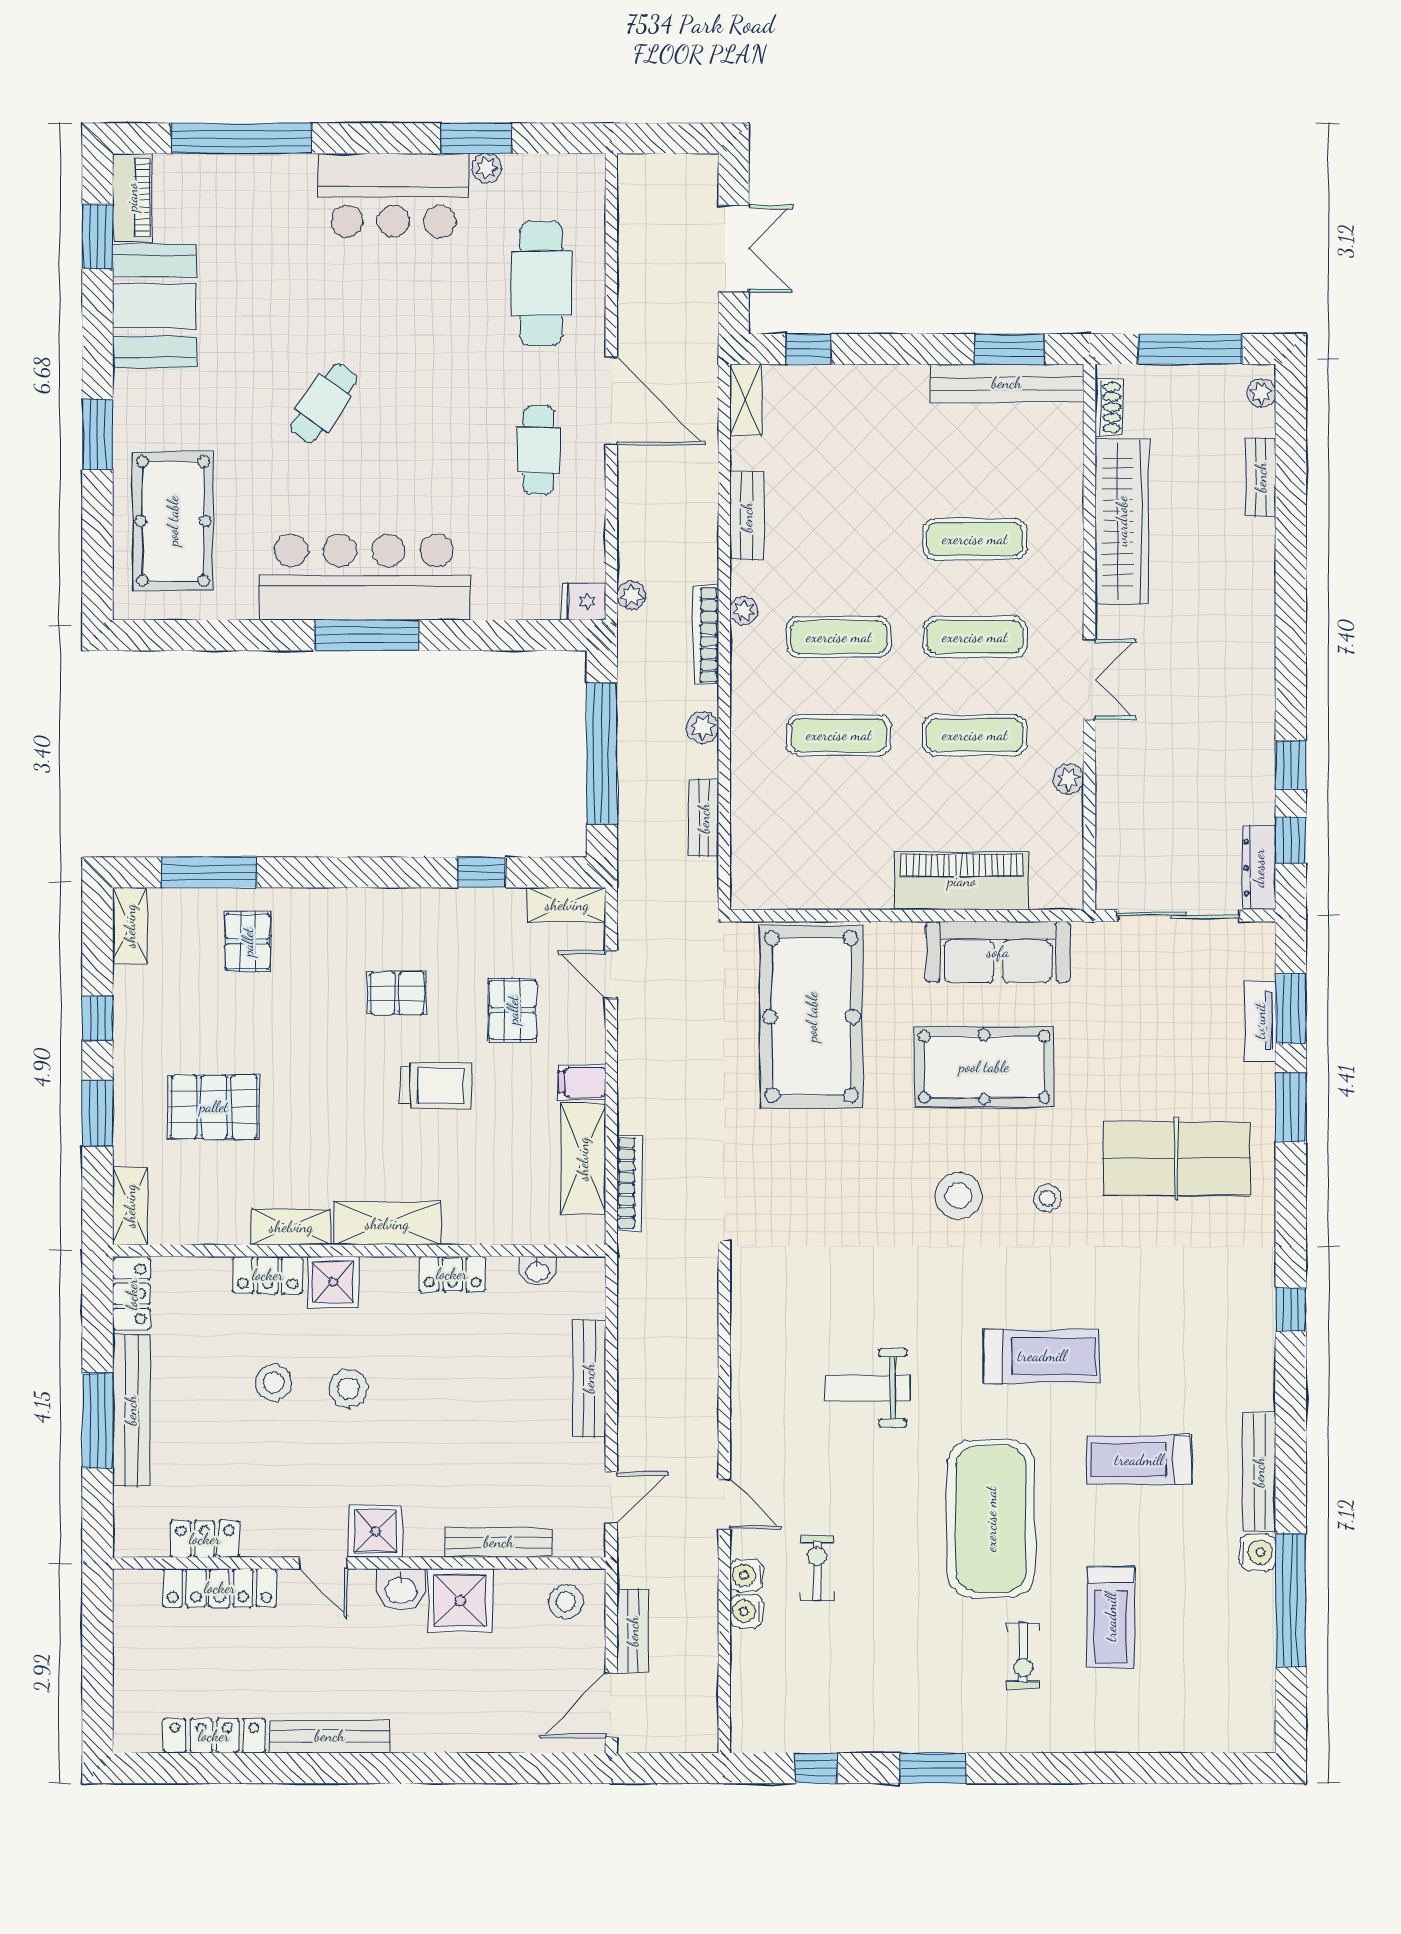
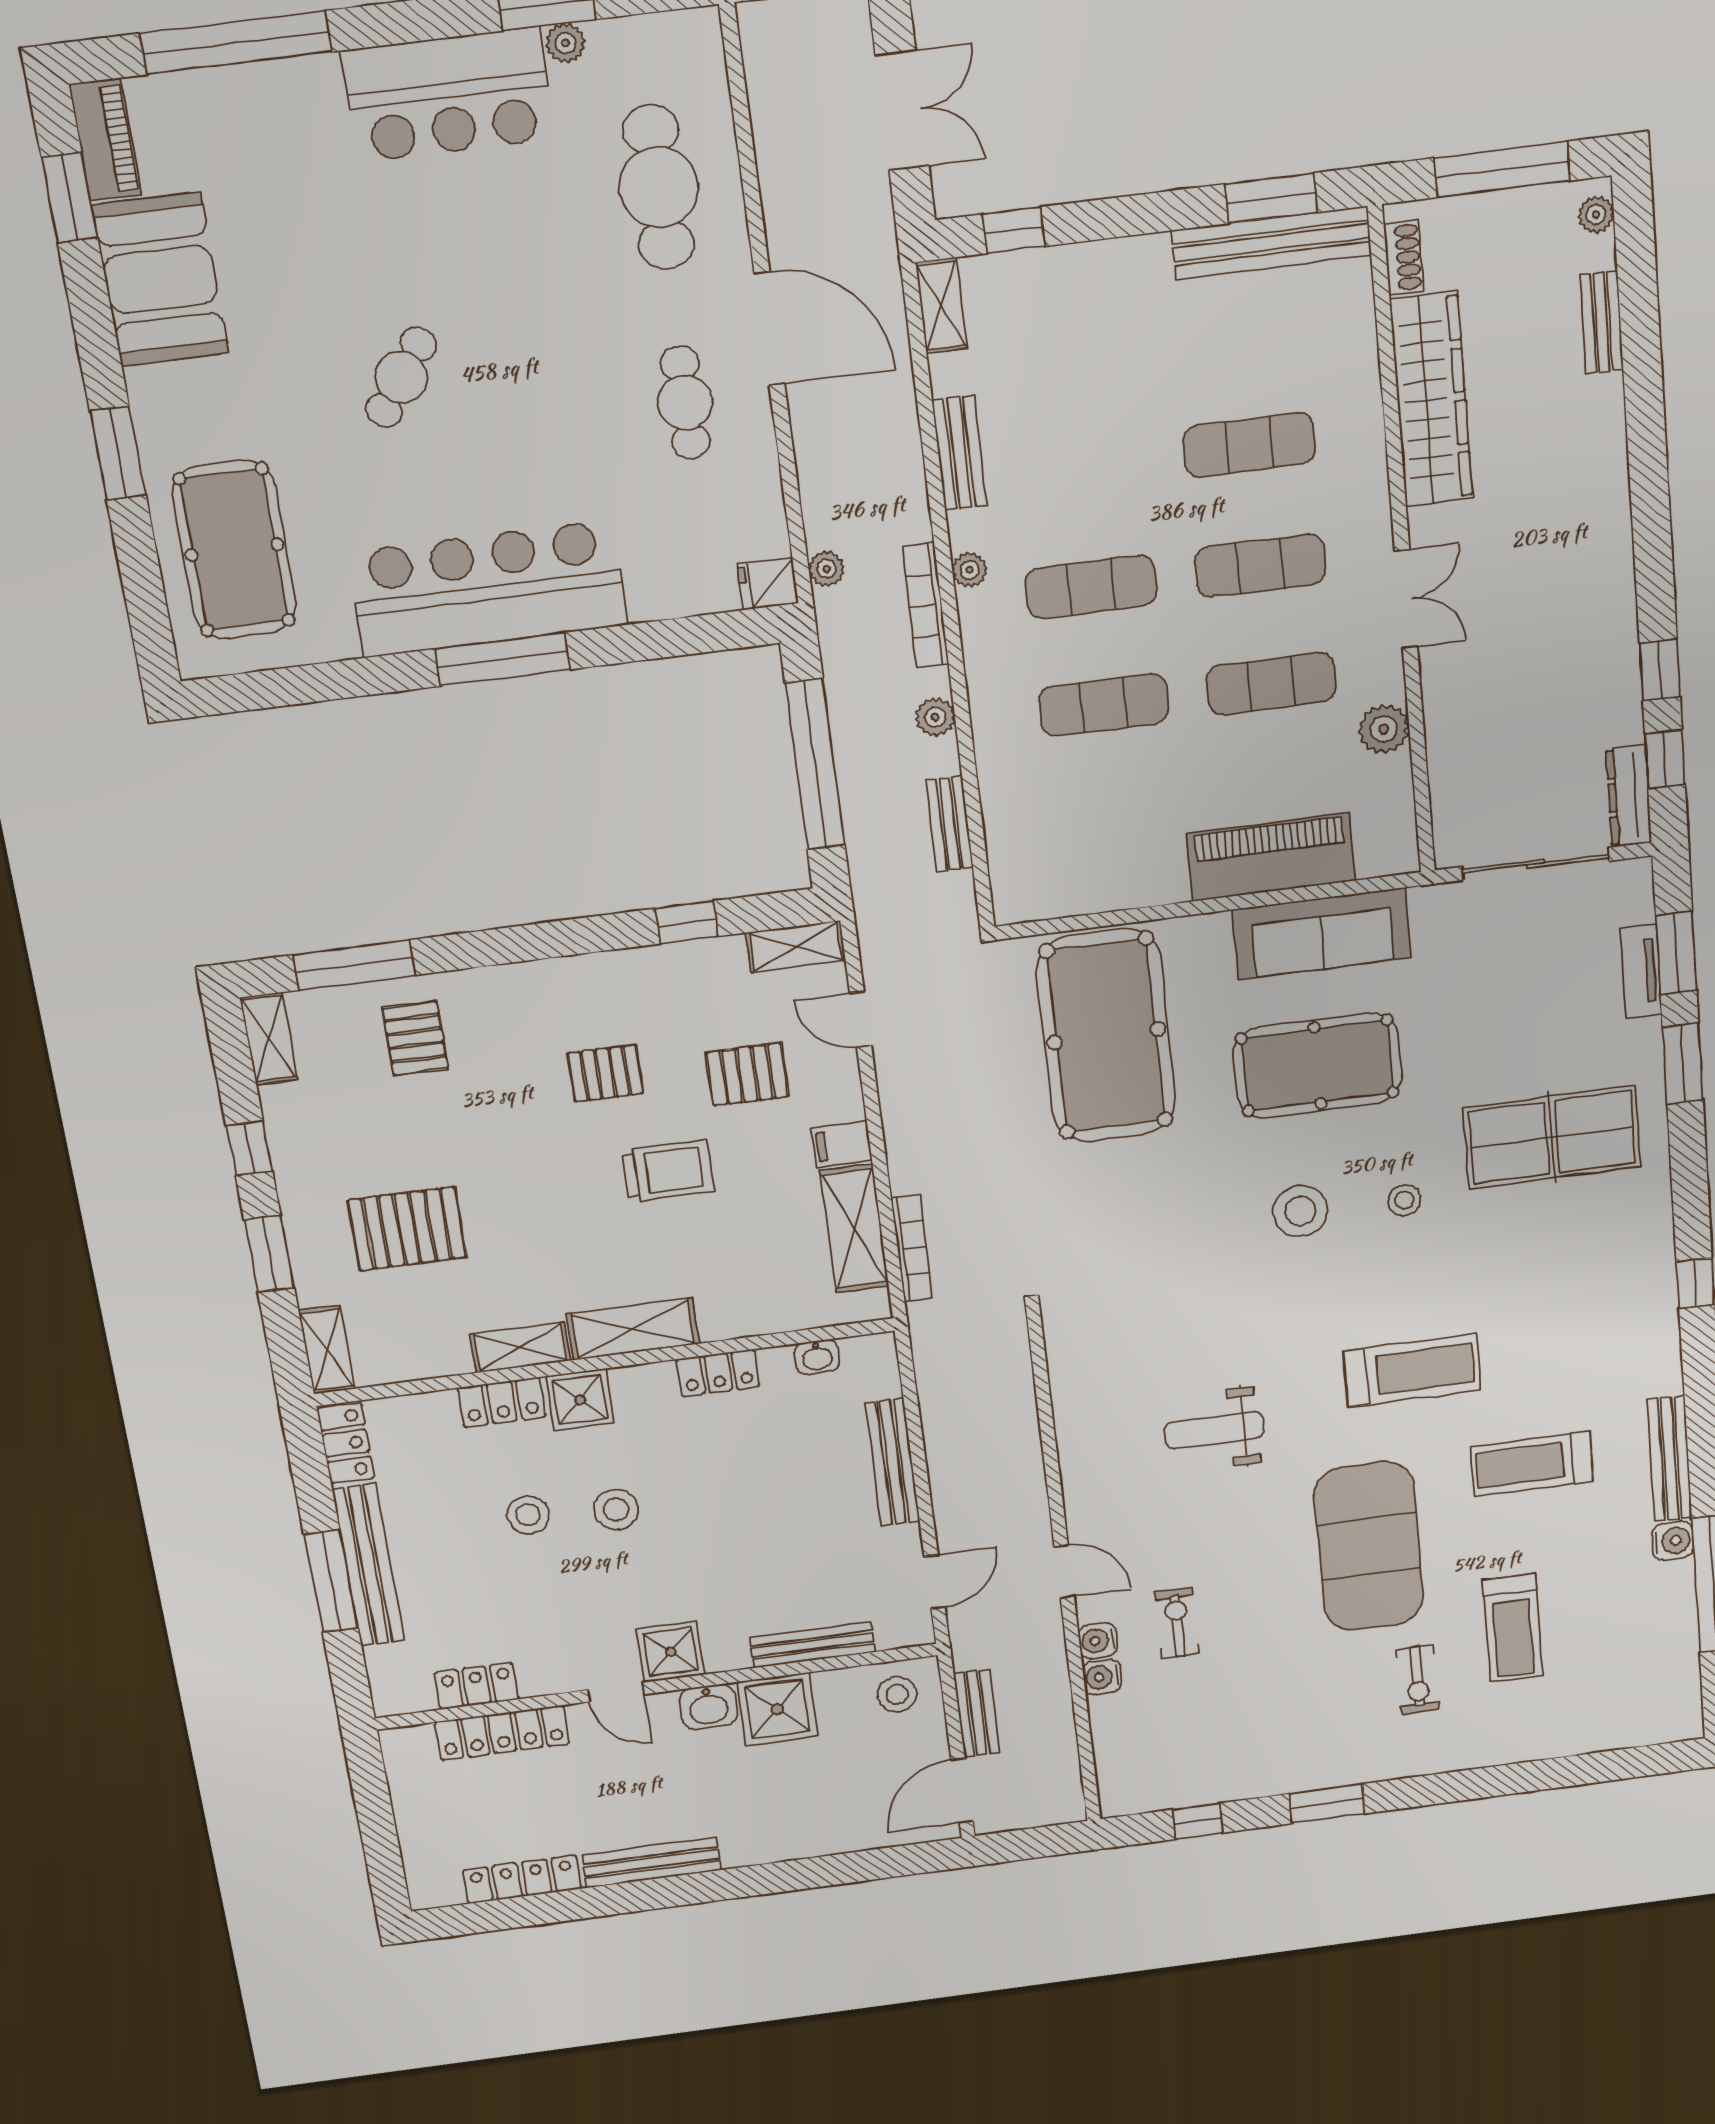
plant: (1069, 779) -> (1384, 729), width x1.38, depth x1.38
pallet: (513, 1010) -> (747, 1074), turned 90

